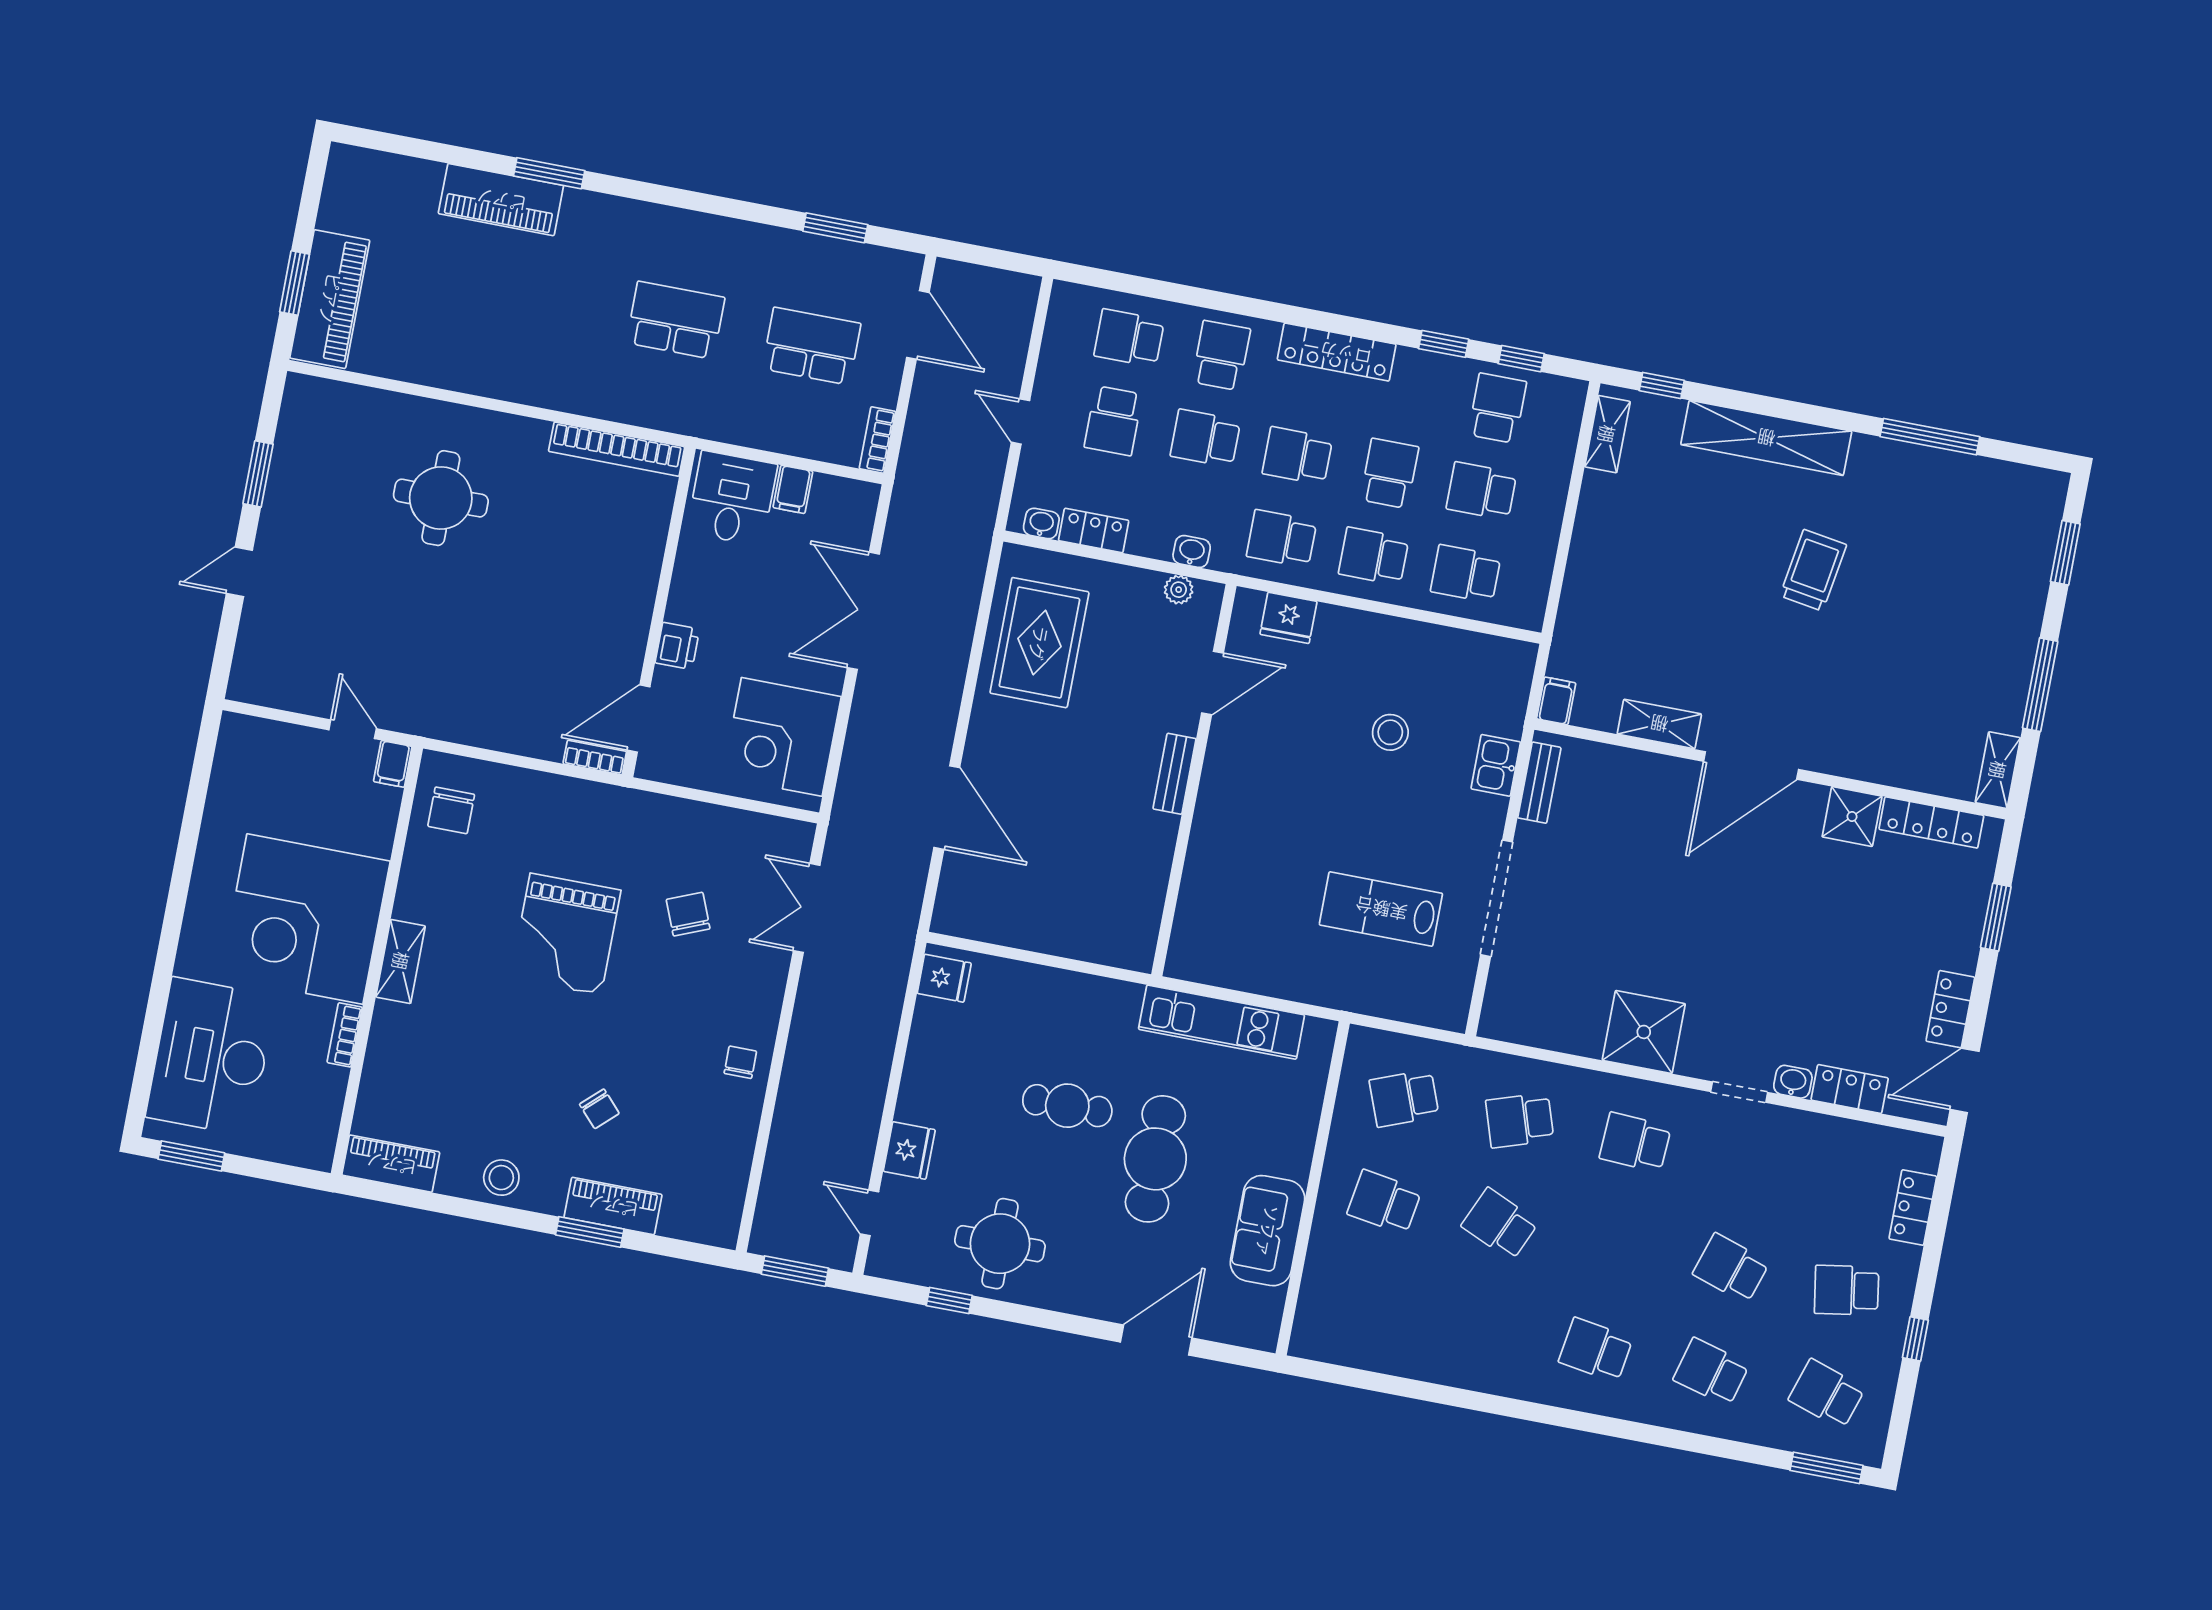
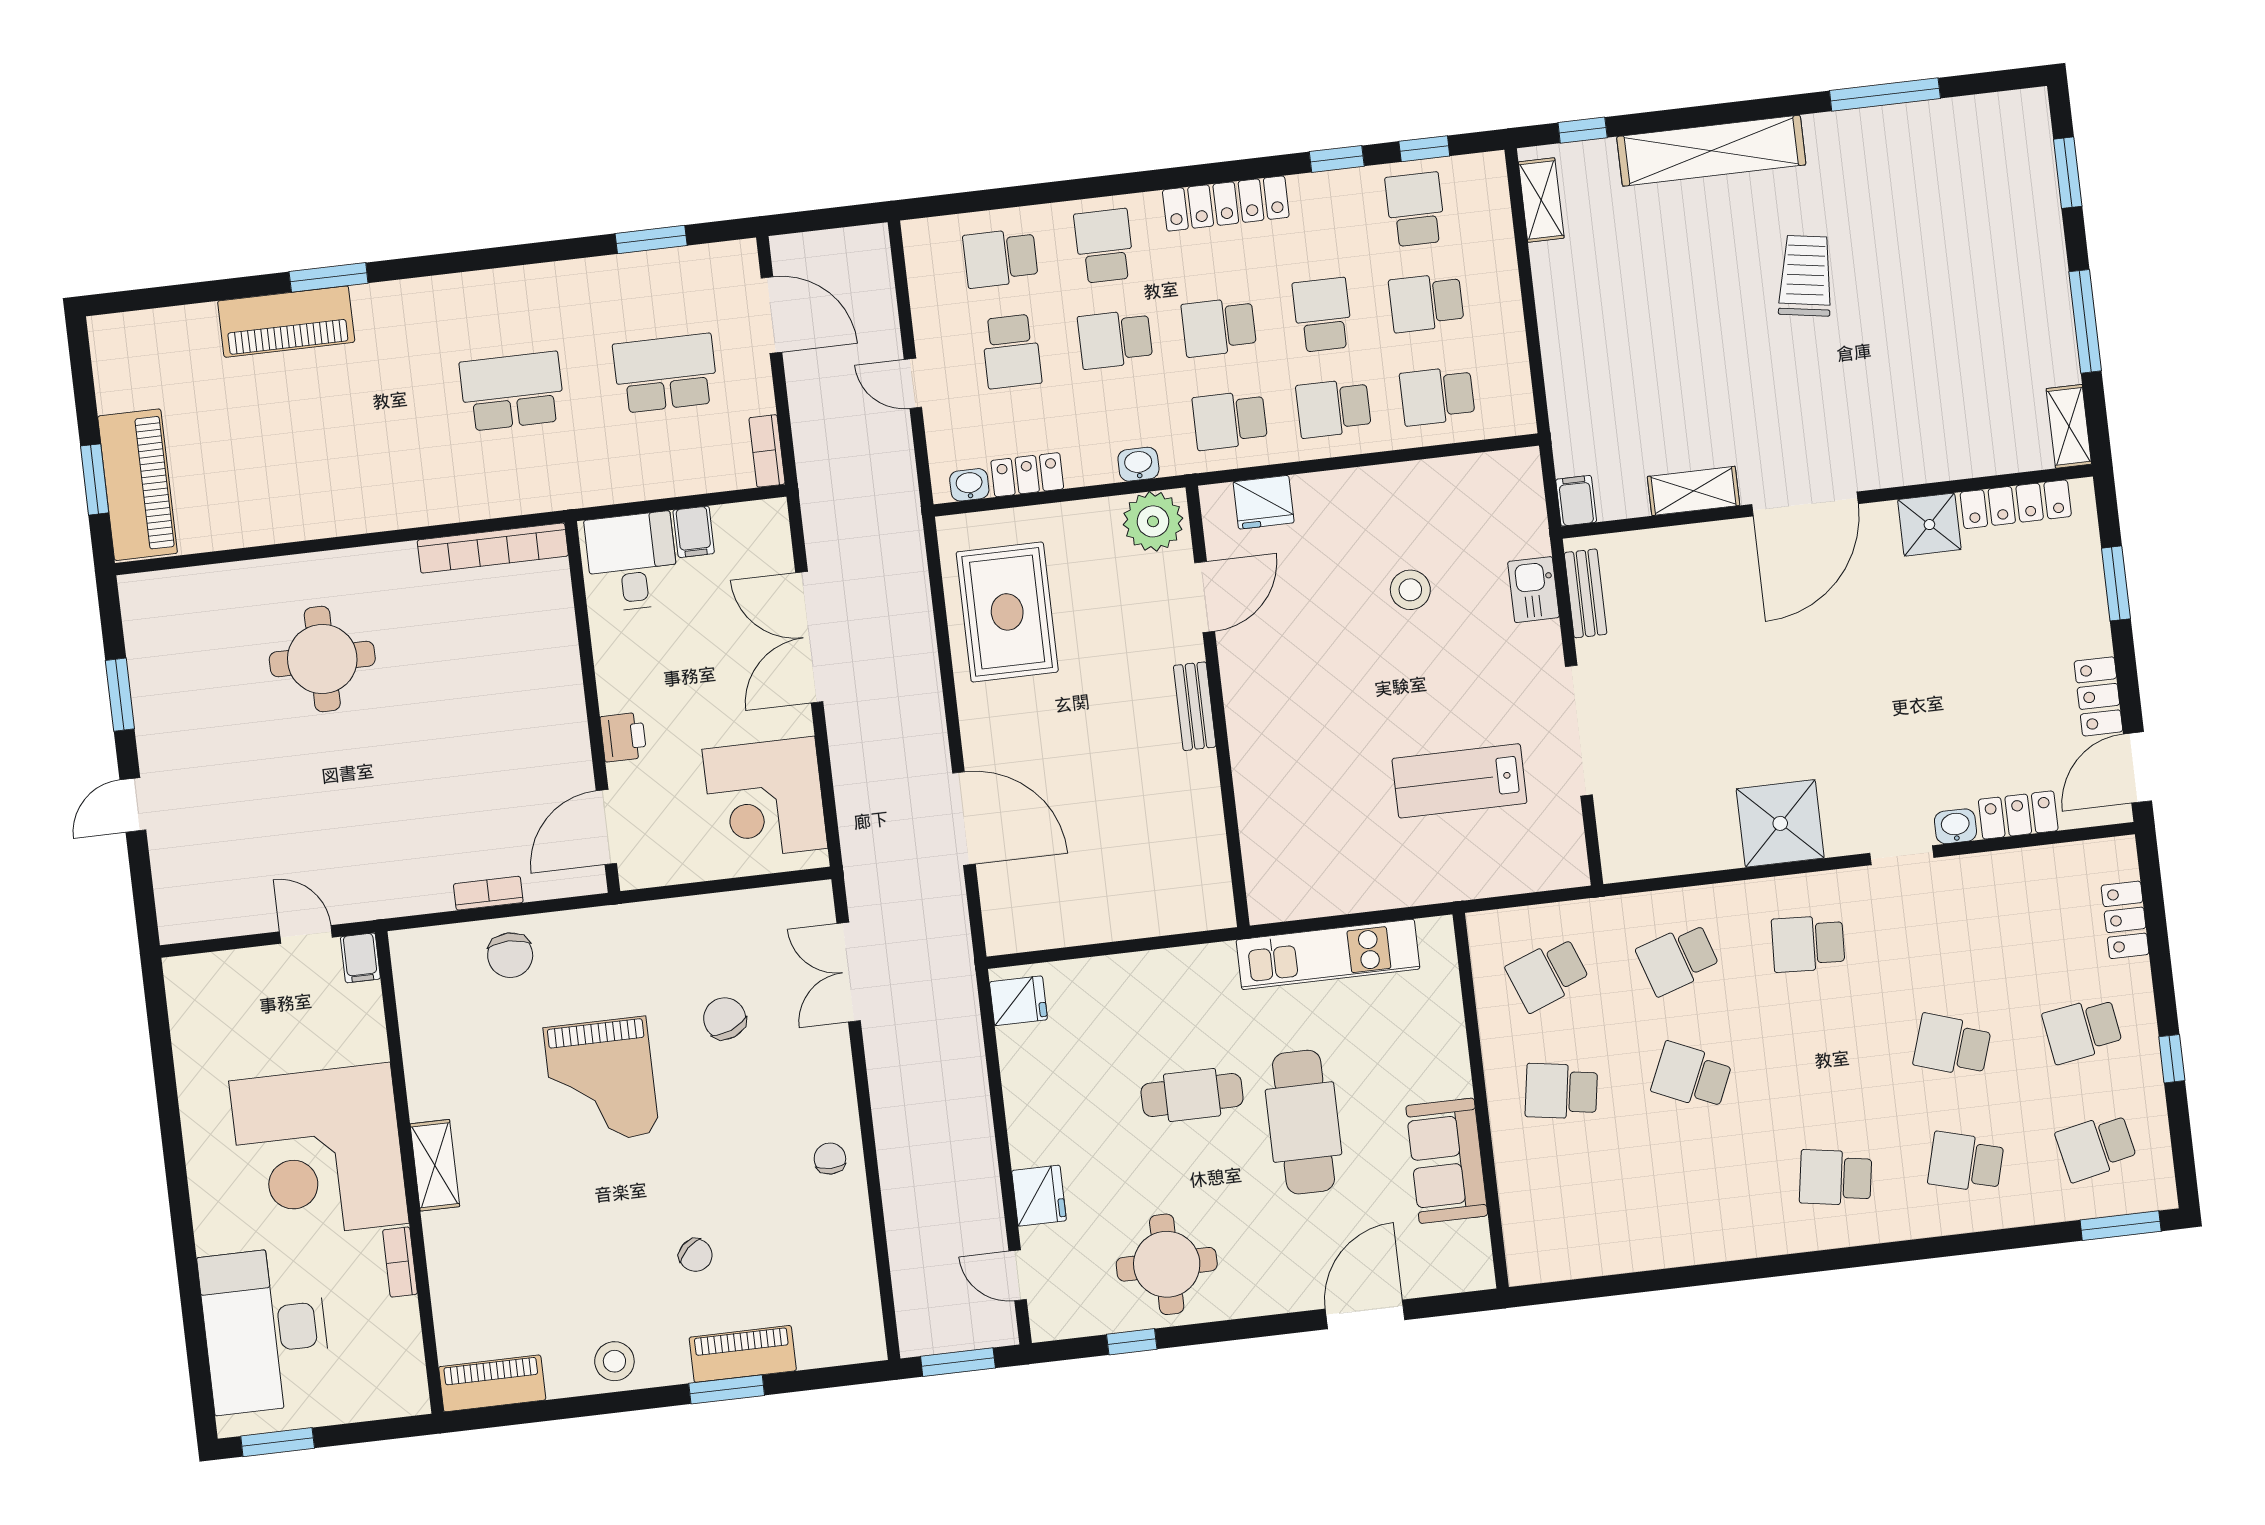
plant: (1179, 590) -> (1153, 521), width x1.88, depth x1.88
bookcase: (595, 758) -> (488, 893), moved
chair: (451, 810) -> (510, 955), moved
school desk: (1827, 1394) -> (2096, 1147), turned -30

